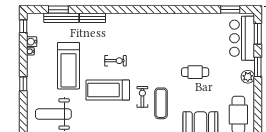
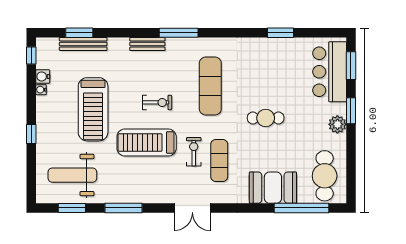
window: (131, 10) -> (179, 33), added
window: (230, 10) -> (280, 33), moved
bench: (92, 18) -> (147, 44), moved
exercise mat: (155, 49) -> (210, 86), added

